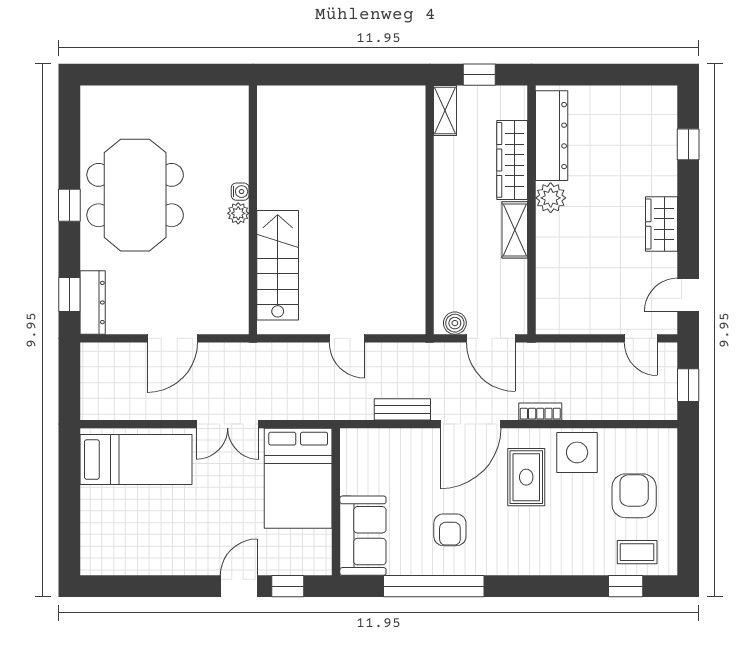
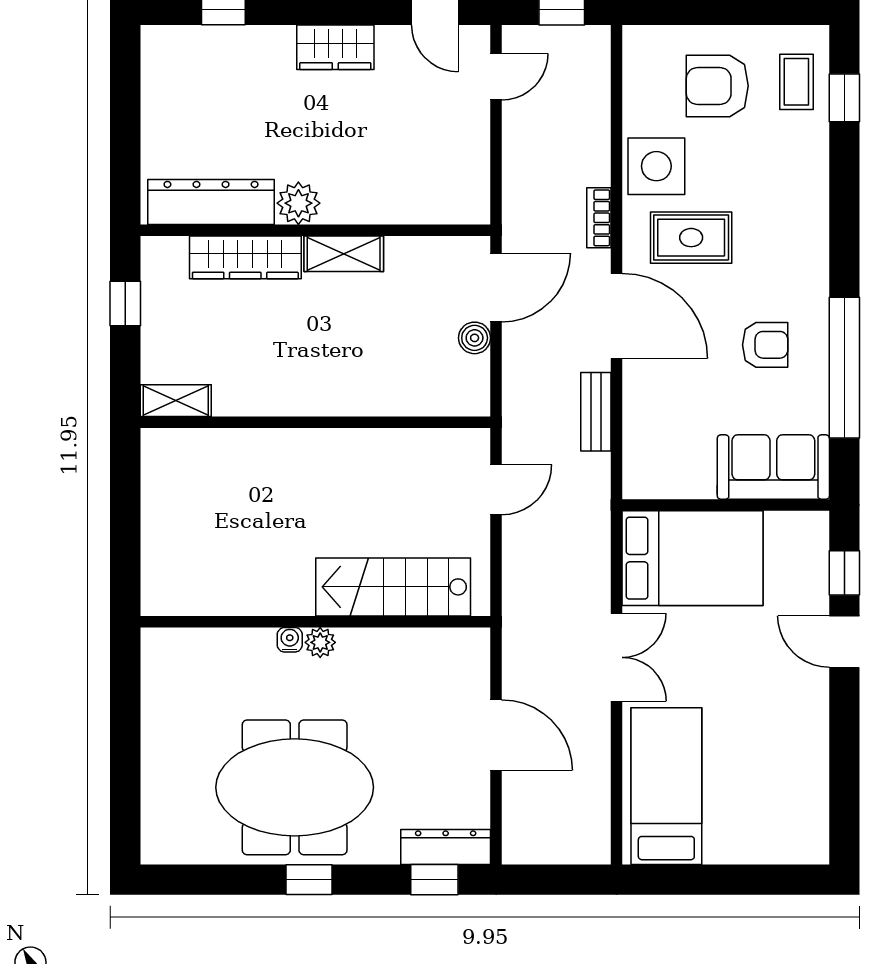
shelving: (445, 111) -> (176, 401), moved
wall: (430, 210) -> (315, 422), moved

